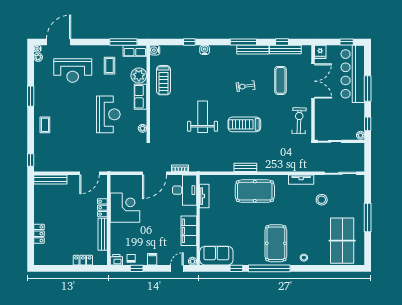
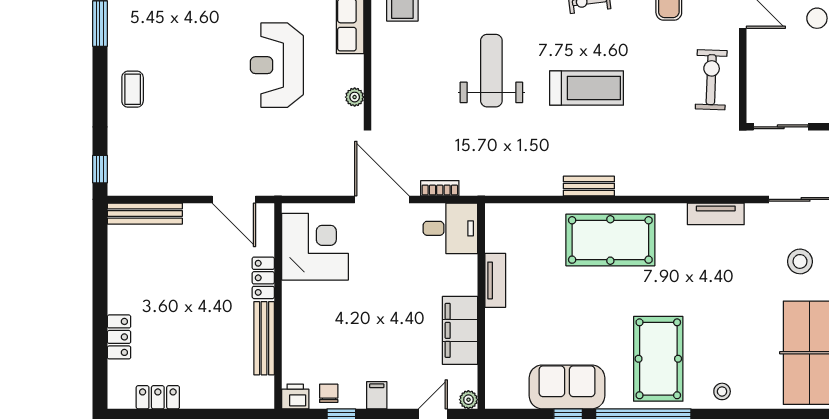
reception desk: (108, 114) -> (277, 65), turned 180
treadmill: (244, 124) -> (587, 88), turned 180
door: (89, 173) -> (234, 199), hinge flipped
door: (155, 173) -> (382, 199), swing flipped
desk: (185, 190) -> (450, 228), width x0.73
tv unit: (204, 196) -> (495, 280), moved
stool: (322, 200) -> (800, 261), moved
corner desk: (125, 208) -> (315, 247), moved
sofa: (216, 256) -> (567, 387), moved
locker: (83, 260) -> (158, 397), moved

